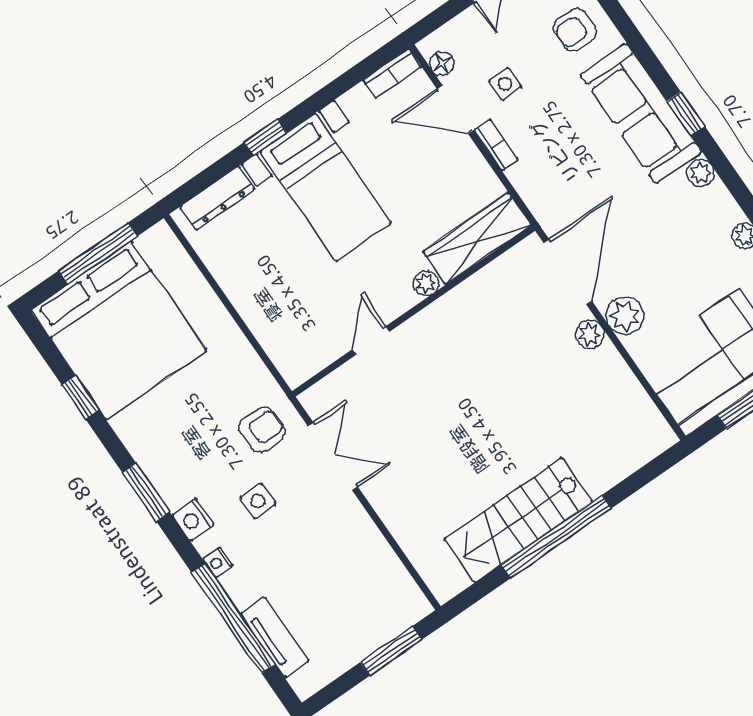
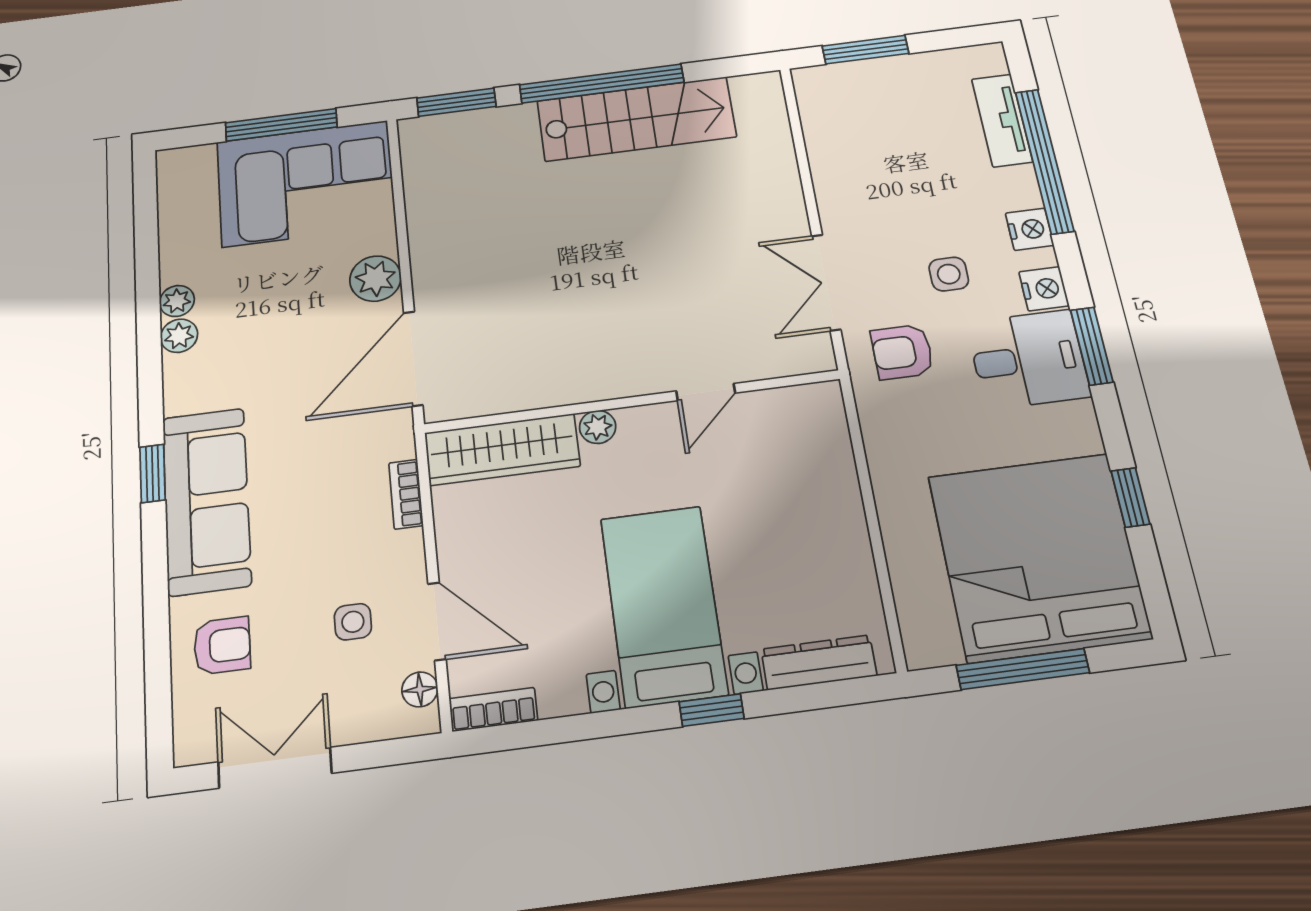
bookcase: (496, 145) -> (406, 494), moved
plant: (701, 173) -> (179, 336), moved
plant: (590, 334) -> (430, 277), removed
desk: (181, 463) -> (1028, 359), added
window: (647, 474) -> (456, 102), added
nightstand: (218, 562) -> (1030, 229), width x1.39, depth x1.35

